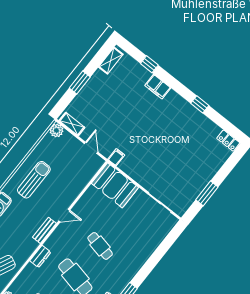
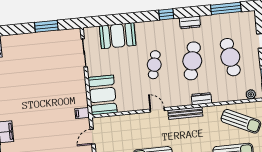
bench: (44, 230) -> (185, 113), width x1.36
booth: (148, 240) -> (118, 36), added

